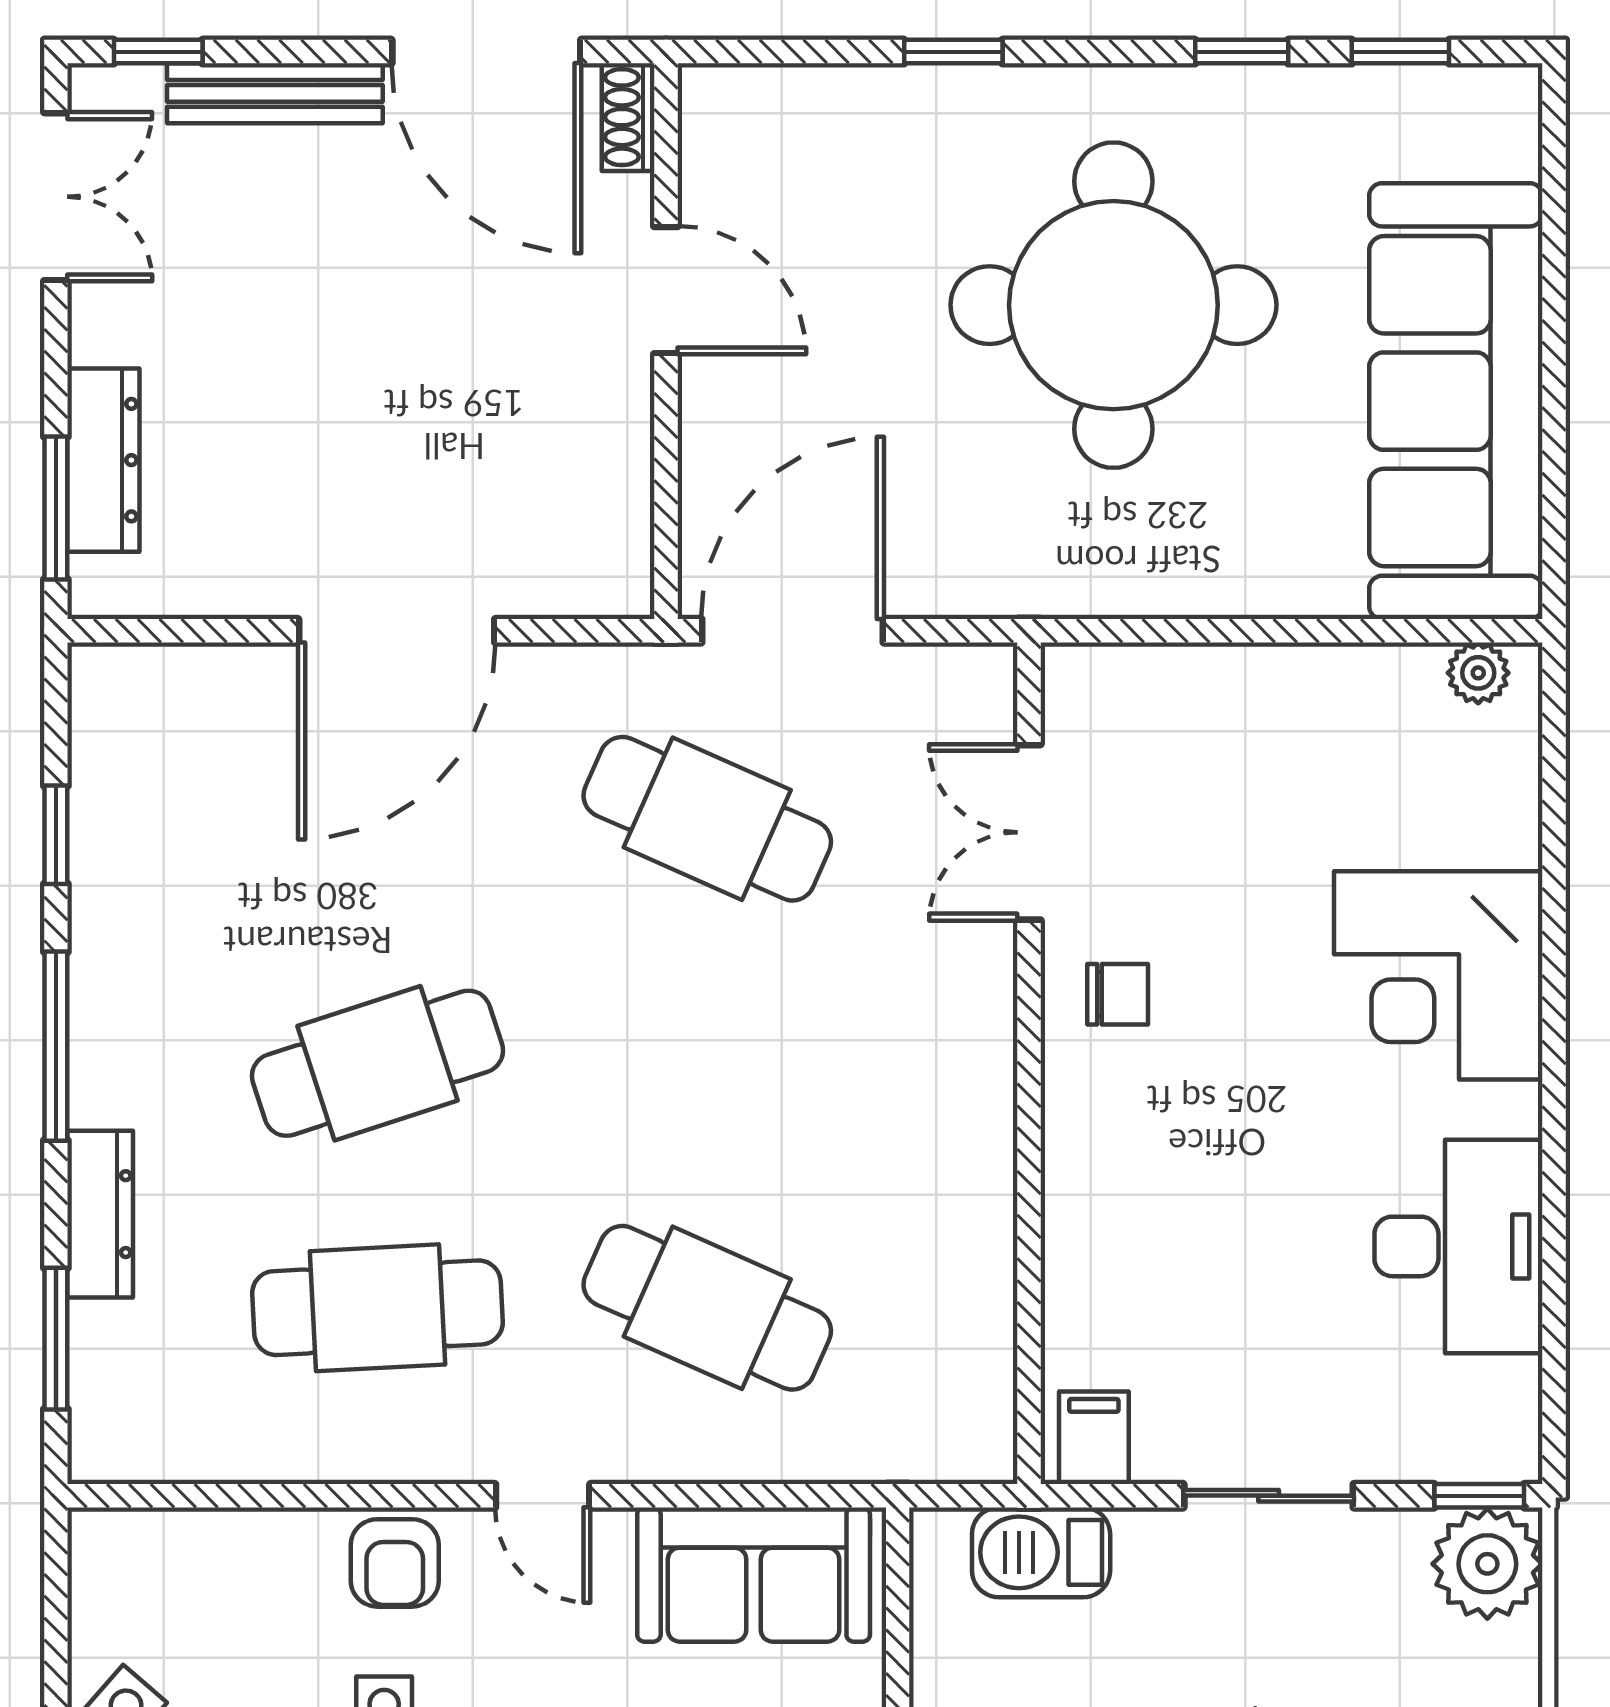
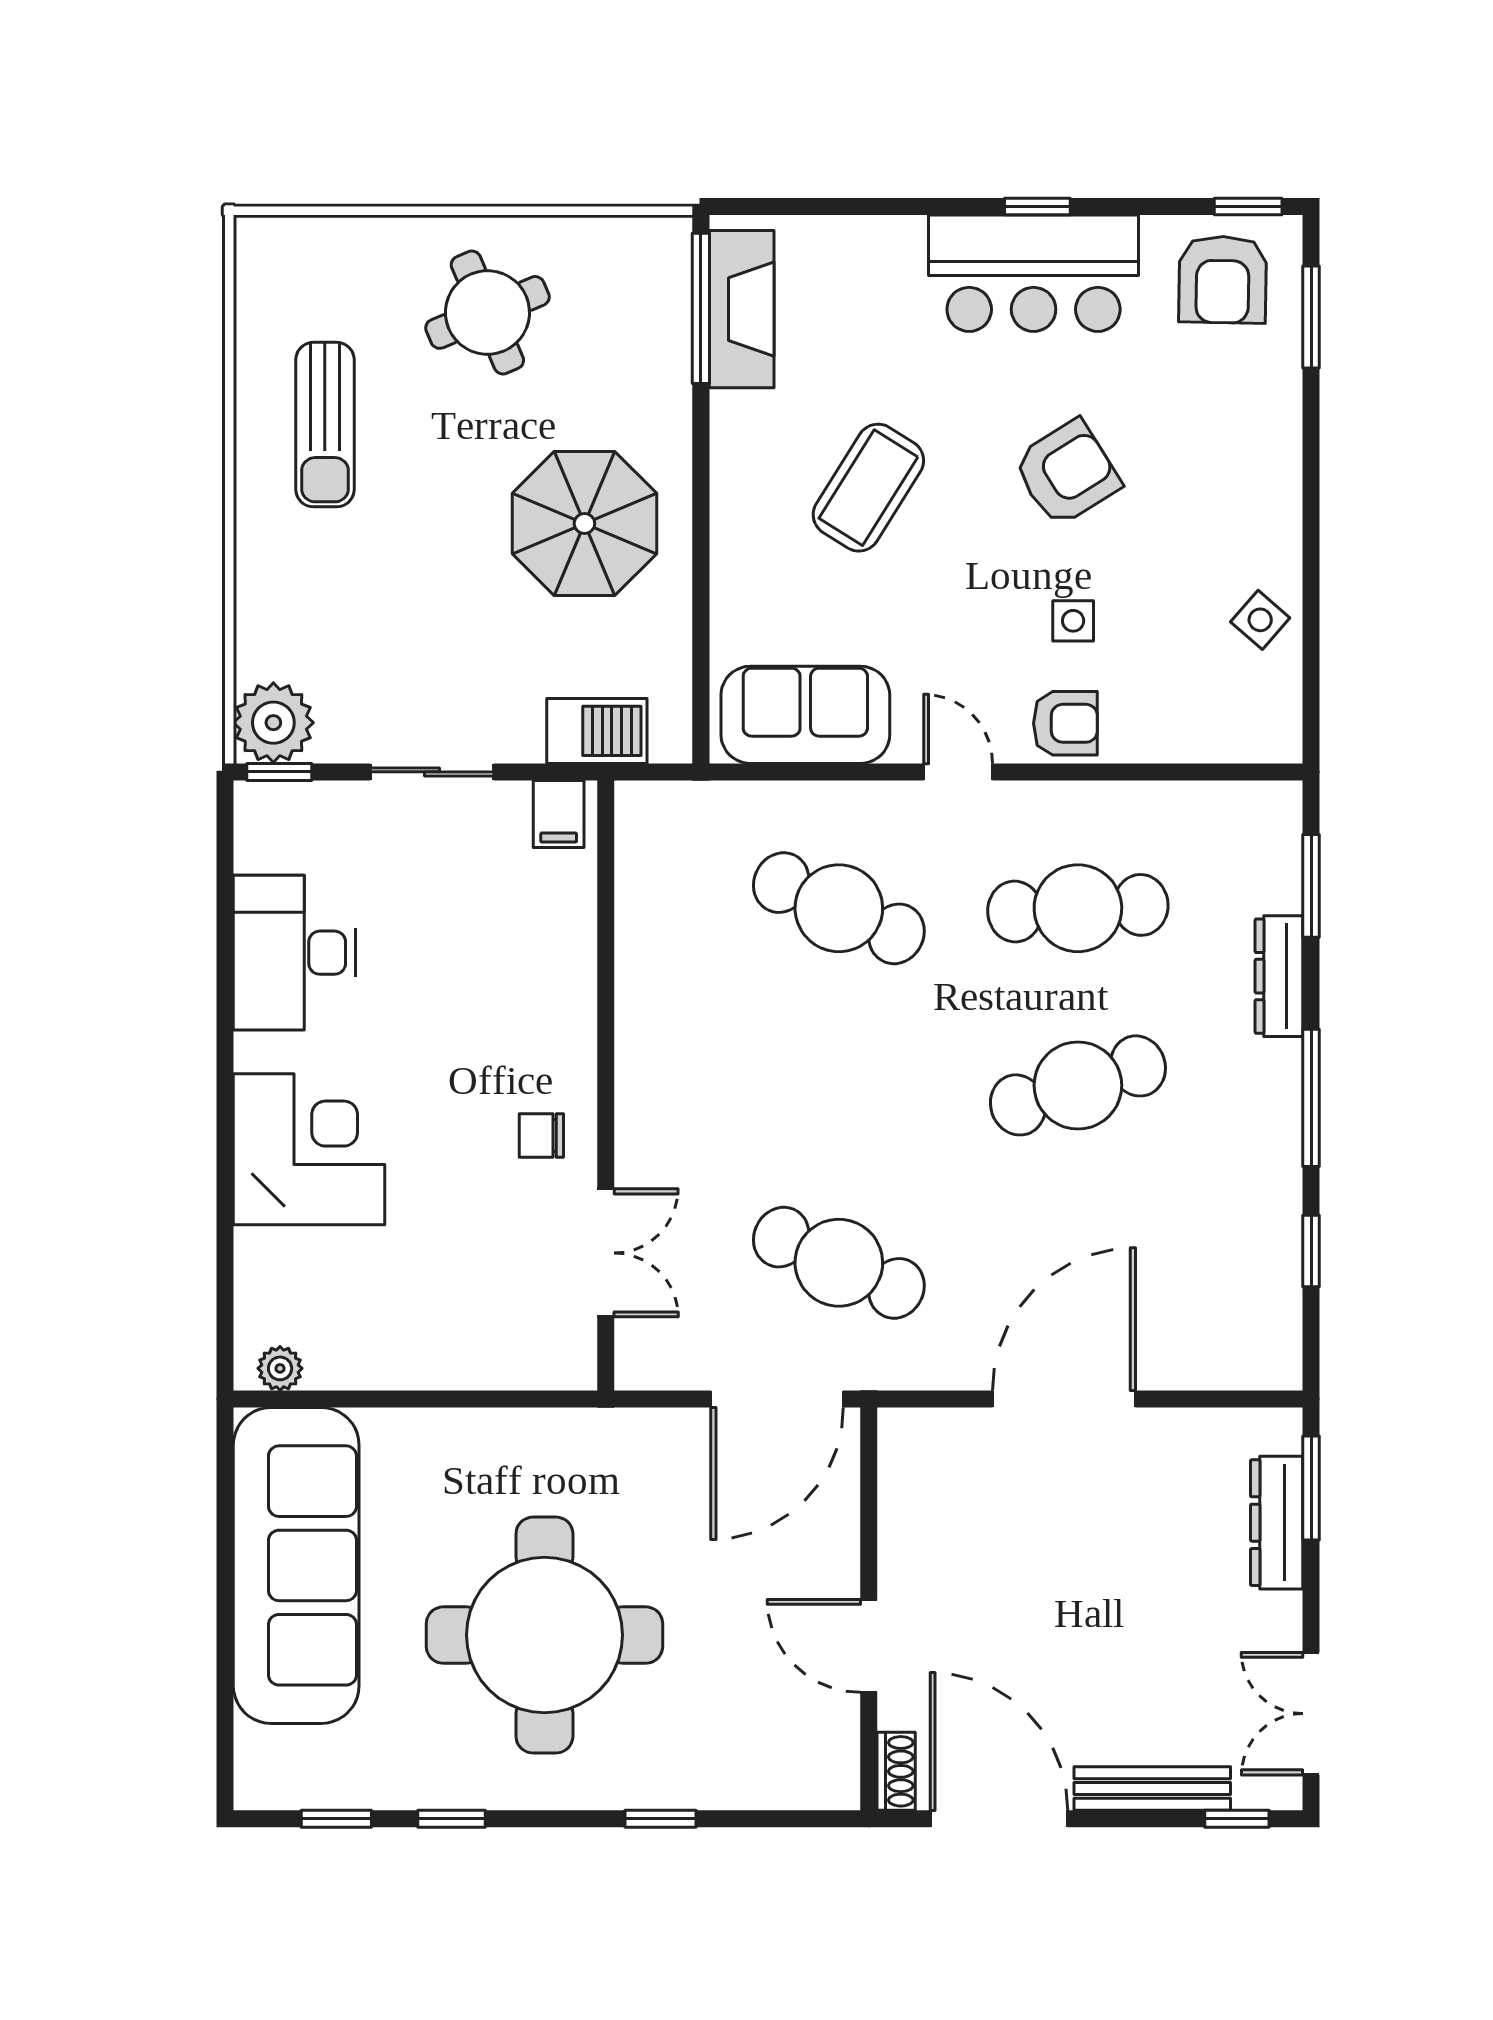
armchair: (395, 1563) -> (1065, 723), turned 90

